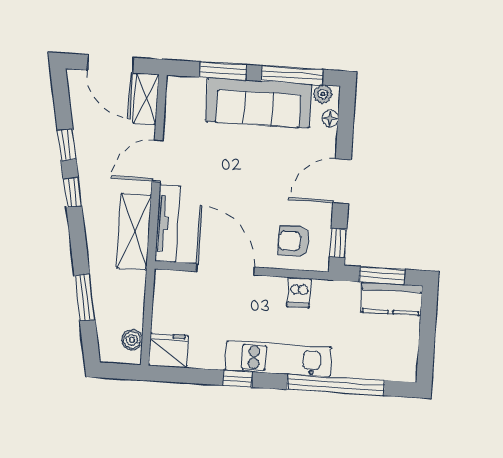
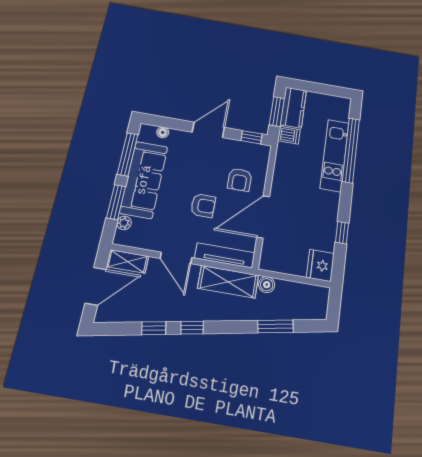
plant: (323, 94) -> (124, 223), moved
door: (342, 181) -> (208, 130), swing flipped
armchair: (232, 187) -> (203, 206), added
armchair: (294, 241) -> (240, 180), moved
dishwasher: (299, 292) -> (289, 135), moved
boiler: (132, 340) -> (267, 285), moved
kitchen unit: (278, 359) -> (334, 155), moved
window: (238, 379) -> (342, 233), moved

